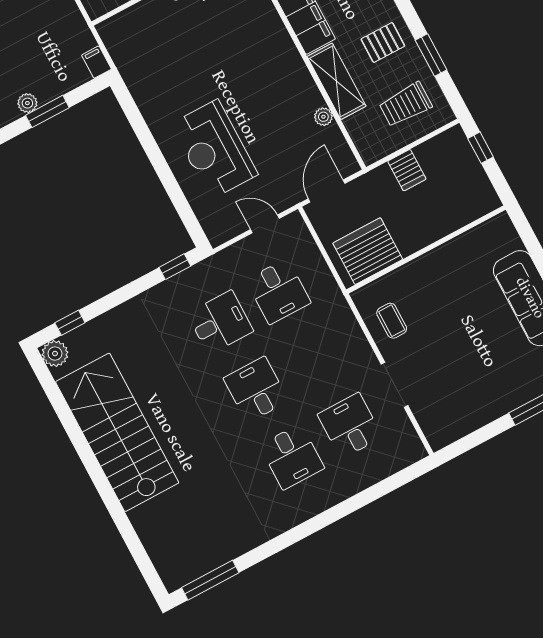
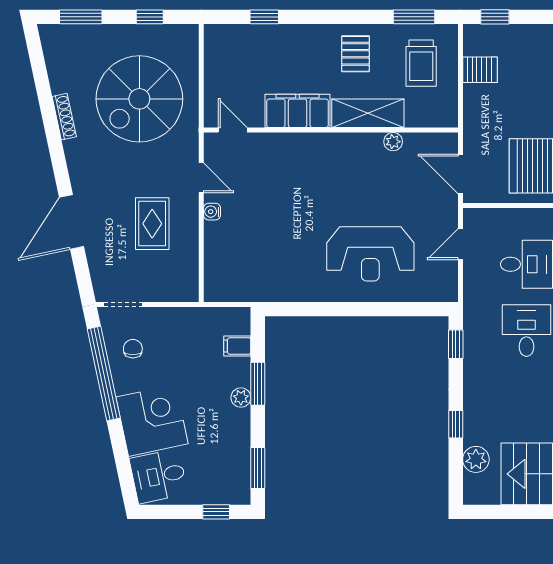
window: (431, 55) -> (414, 17), moved
filing cabinet: (96, 62) -> (237, 346), moved
server rack: (407, 170) -> (480, 70), moved
window: (70, 323) -> (456, 424), moved
plant: (55, 354) -> (476, 459), moved

